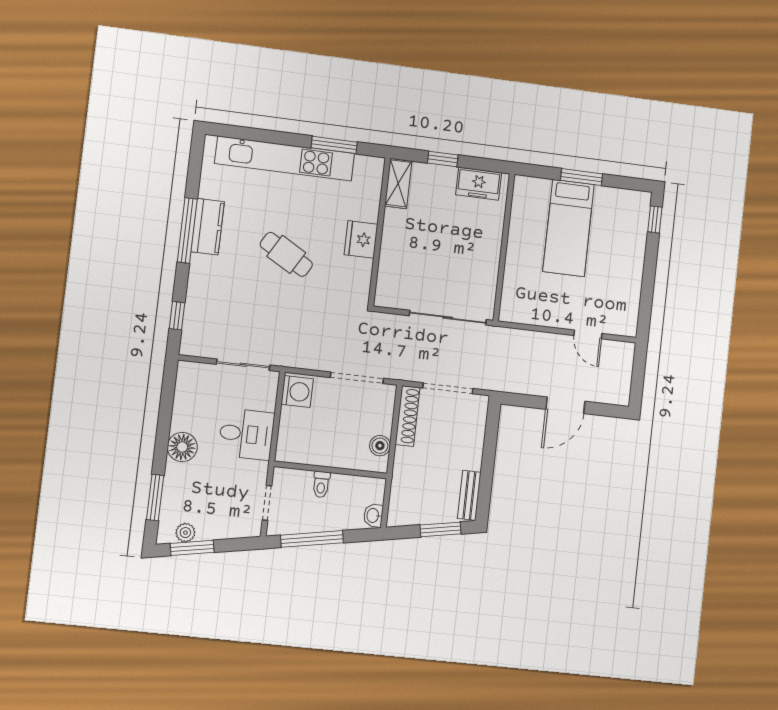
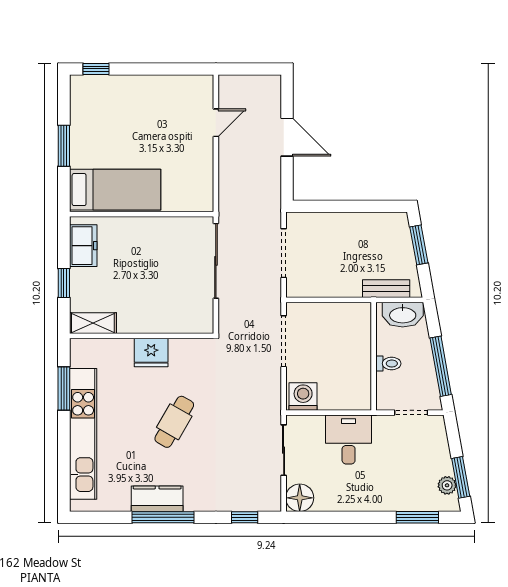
bed: (568, 228) -> (115, 190), moved
shoe rack: (408, 416) -> (314, 289), removed
boiler: (380, 446) -> (346, 312), removed
floor lamp: (182, 447) -> (300, 498), moved
bench: (469, 495) -> (386, 289), moved
washbasin: (373, 515) -> (403, 315), width x1.91, depth x1.45

